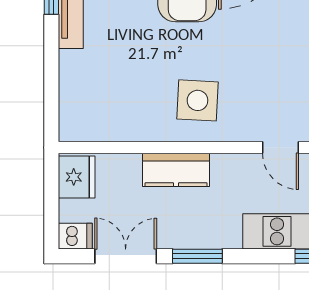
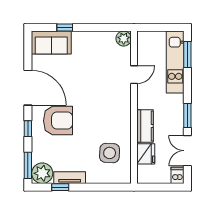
side table: (197, 100) -> (110, 153), moved
fridge: (77, 177) -> (146, 154), moved, turned 90

